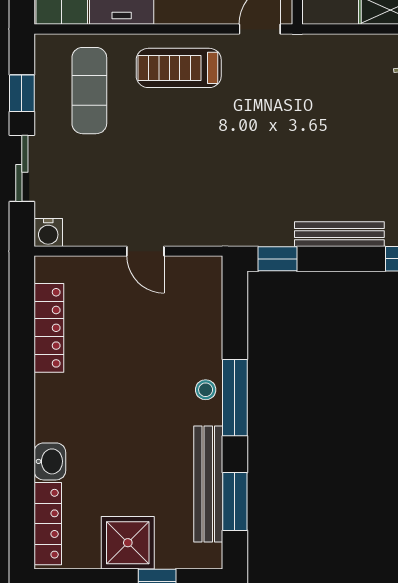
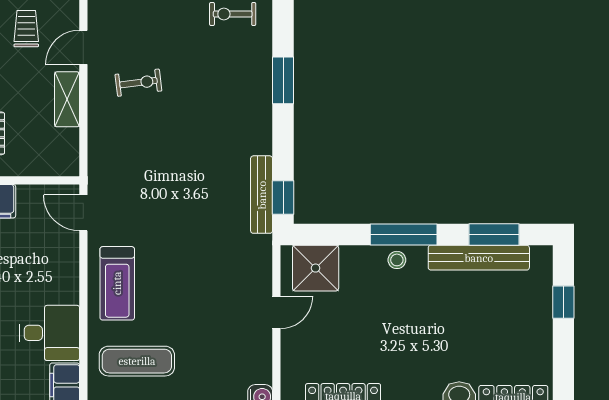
bench: (339, 234) -> (262, 195), moved
shower: (128, 543) -> (316, 268), moved

